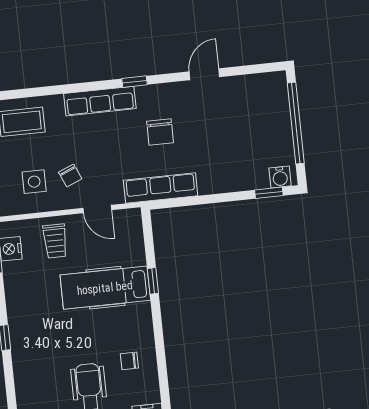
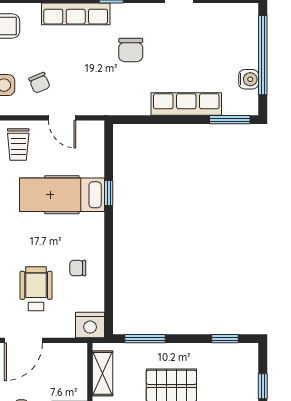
water cooler: (280, 177) -> (249, 79), moved, turned -90
row of seats: (161, 188) -> (186, 104), moved
window: (269, 193) -> (230, 120), width x1.50

